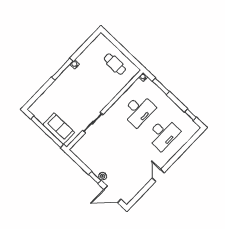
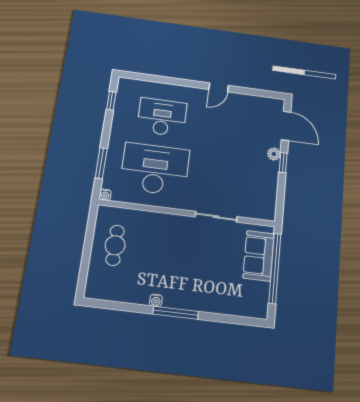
desk: (139, 110) -> (155, 169), width x1.36, depth x1.30

